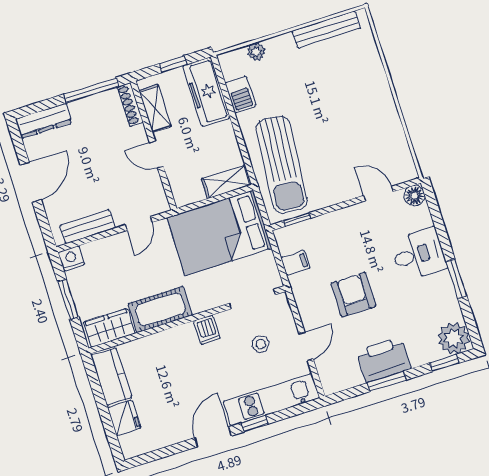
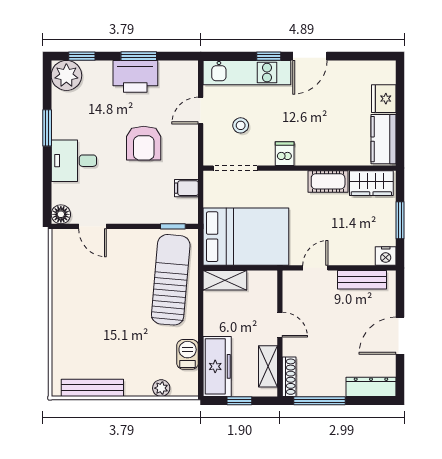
cot: (160, 309) -> (328, 181), width x0.73, depth x0.75

